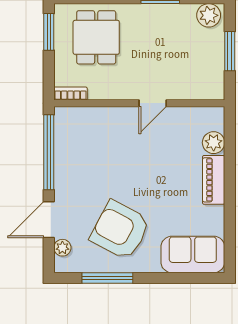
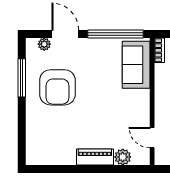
door: (153, 103) -> (152, 138), moved
armchair: (120, 230) -> (57, 87), turned 152
sofa: (193, 254) -> (136, 65), moved, turned 180

